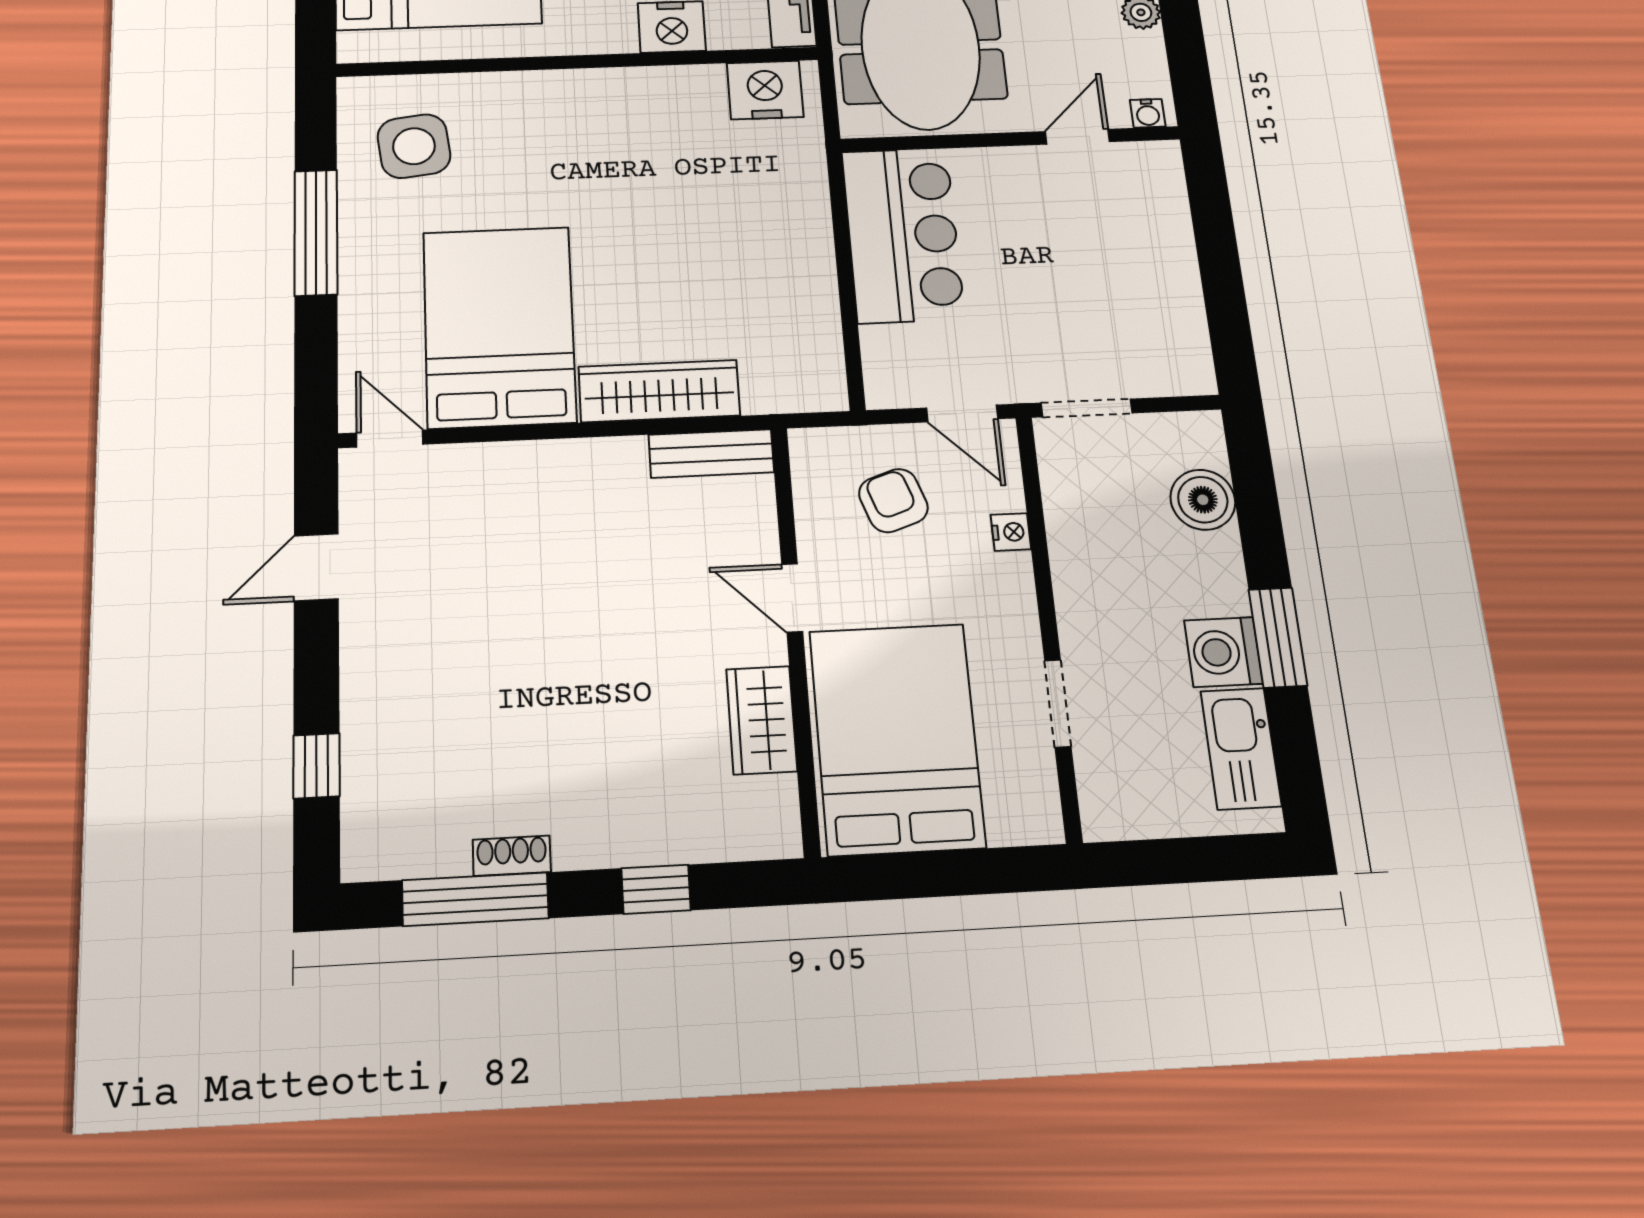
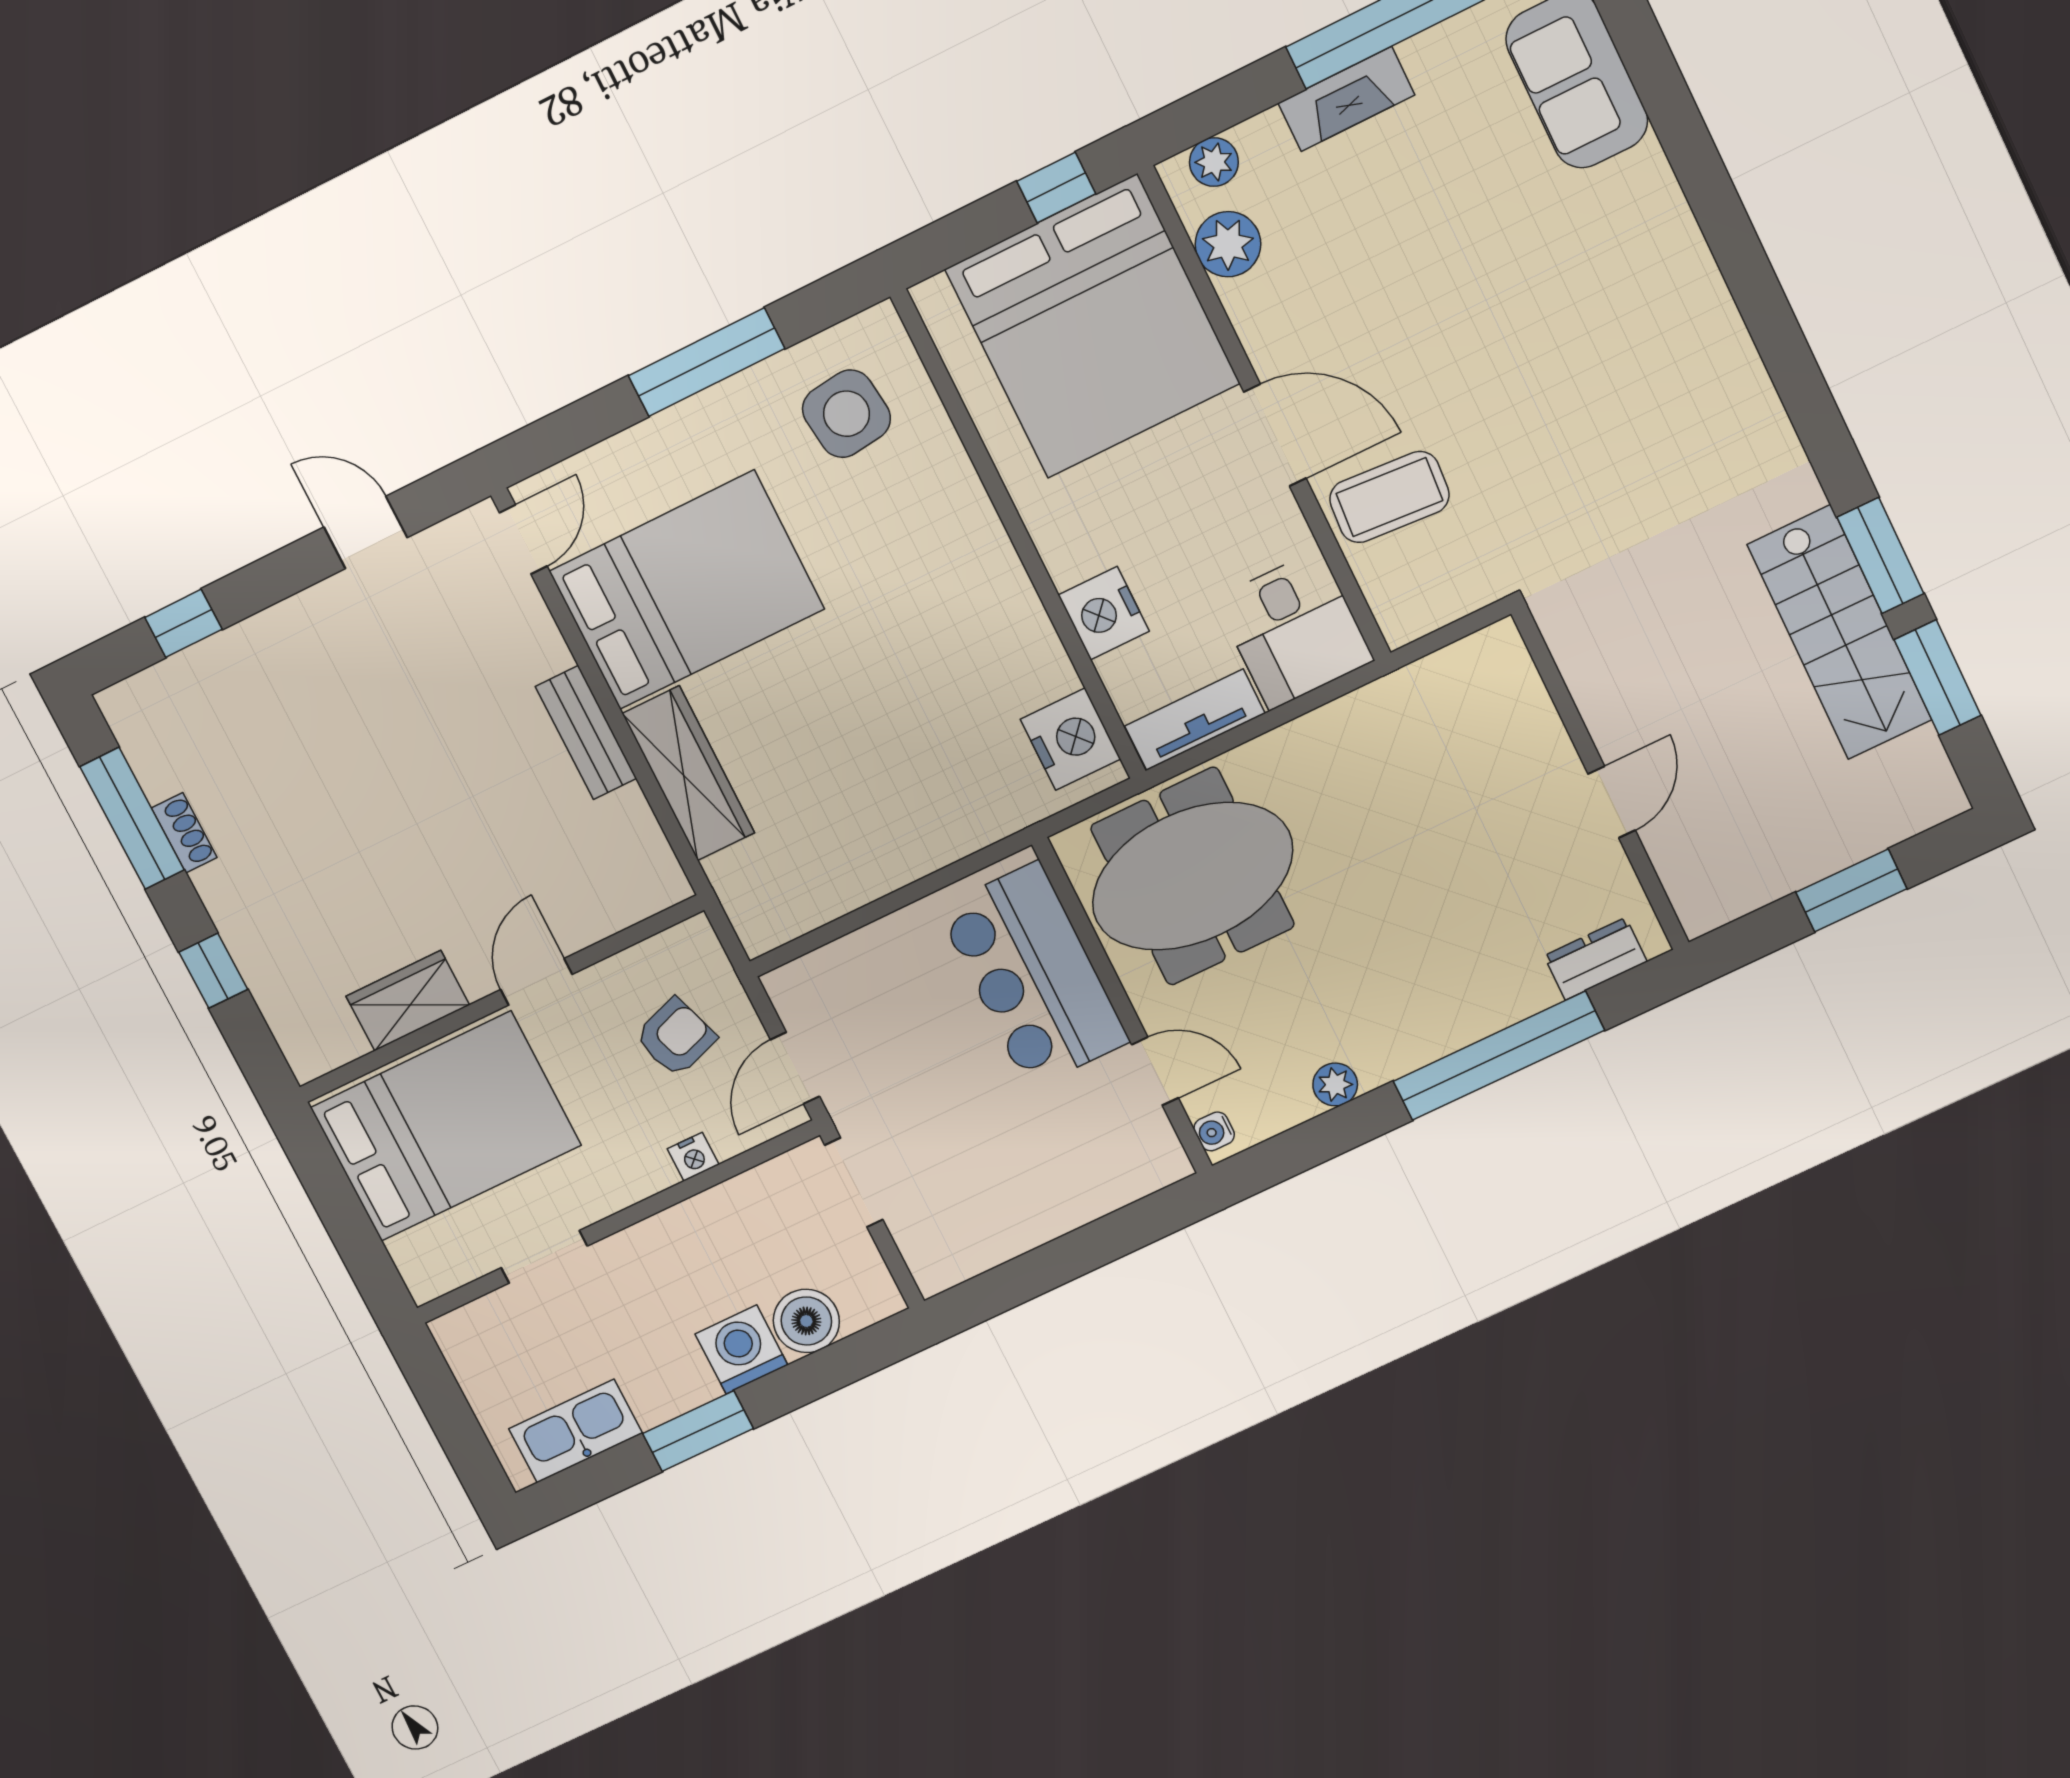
bar counter: (903, 235) -> (1033, 975), moved, turned 90
bench: (711, 454) -> (586, 732), moved
washing machine: (1223, 652) -> (741, 1350), moved

